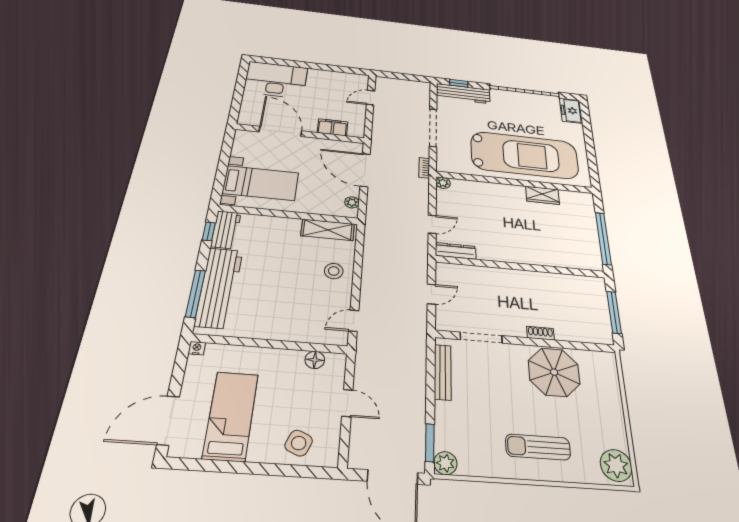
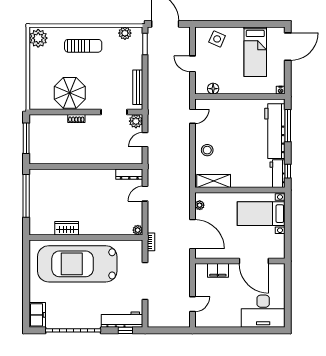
plant: (446, 321) -> (136, 121), added
plant: (445, 463) -> (125, 33), moved

